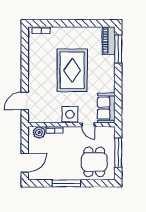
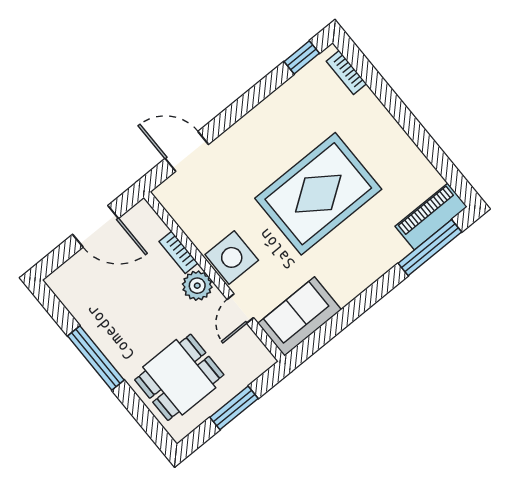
window: (25, 40) -> (302, 57), added
plant: (39, 132) -> (197, 286), moved
window: (118, 153) -> (234, 408), width x0.69
door: (25, 163) -> (95, 226), moved

